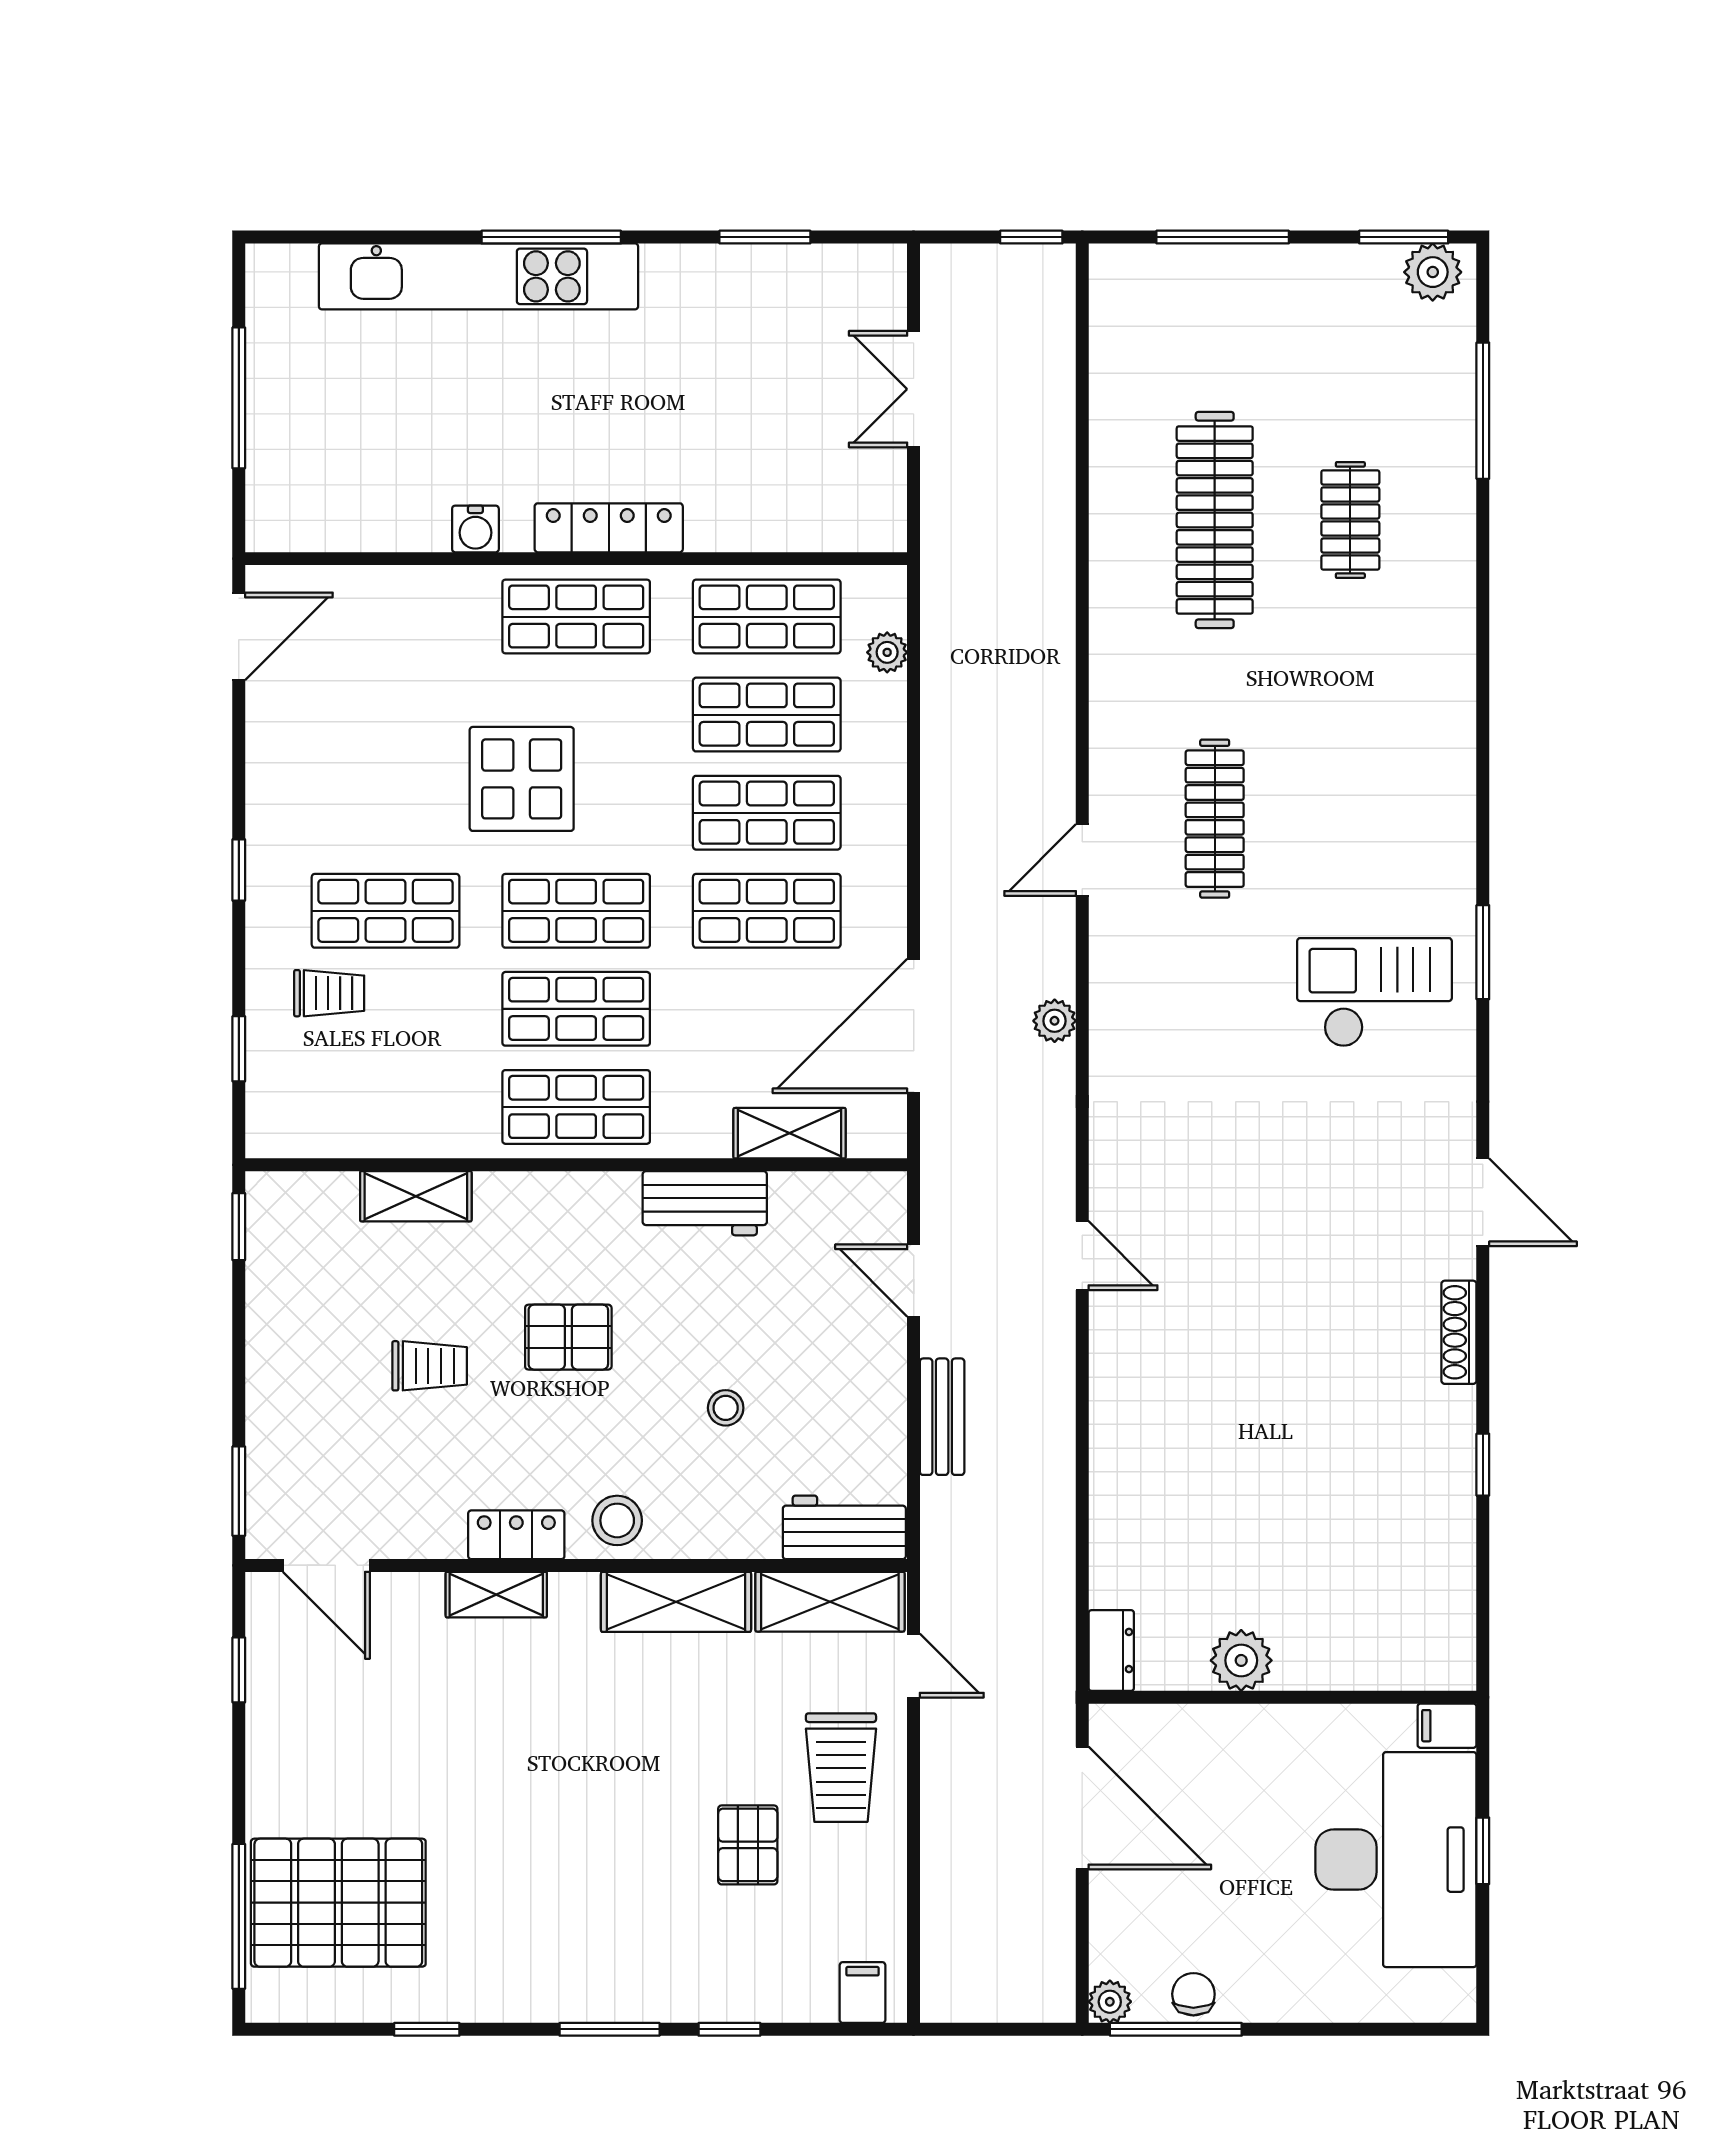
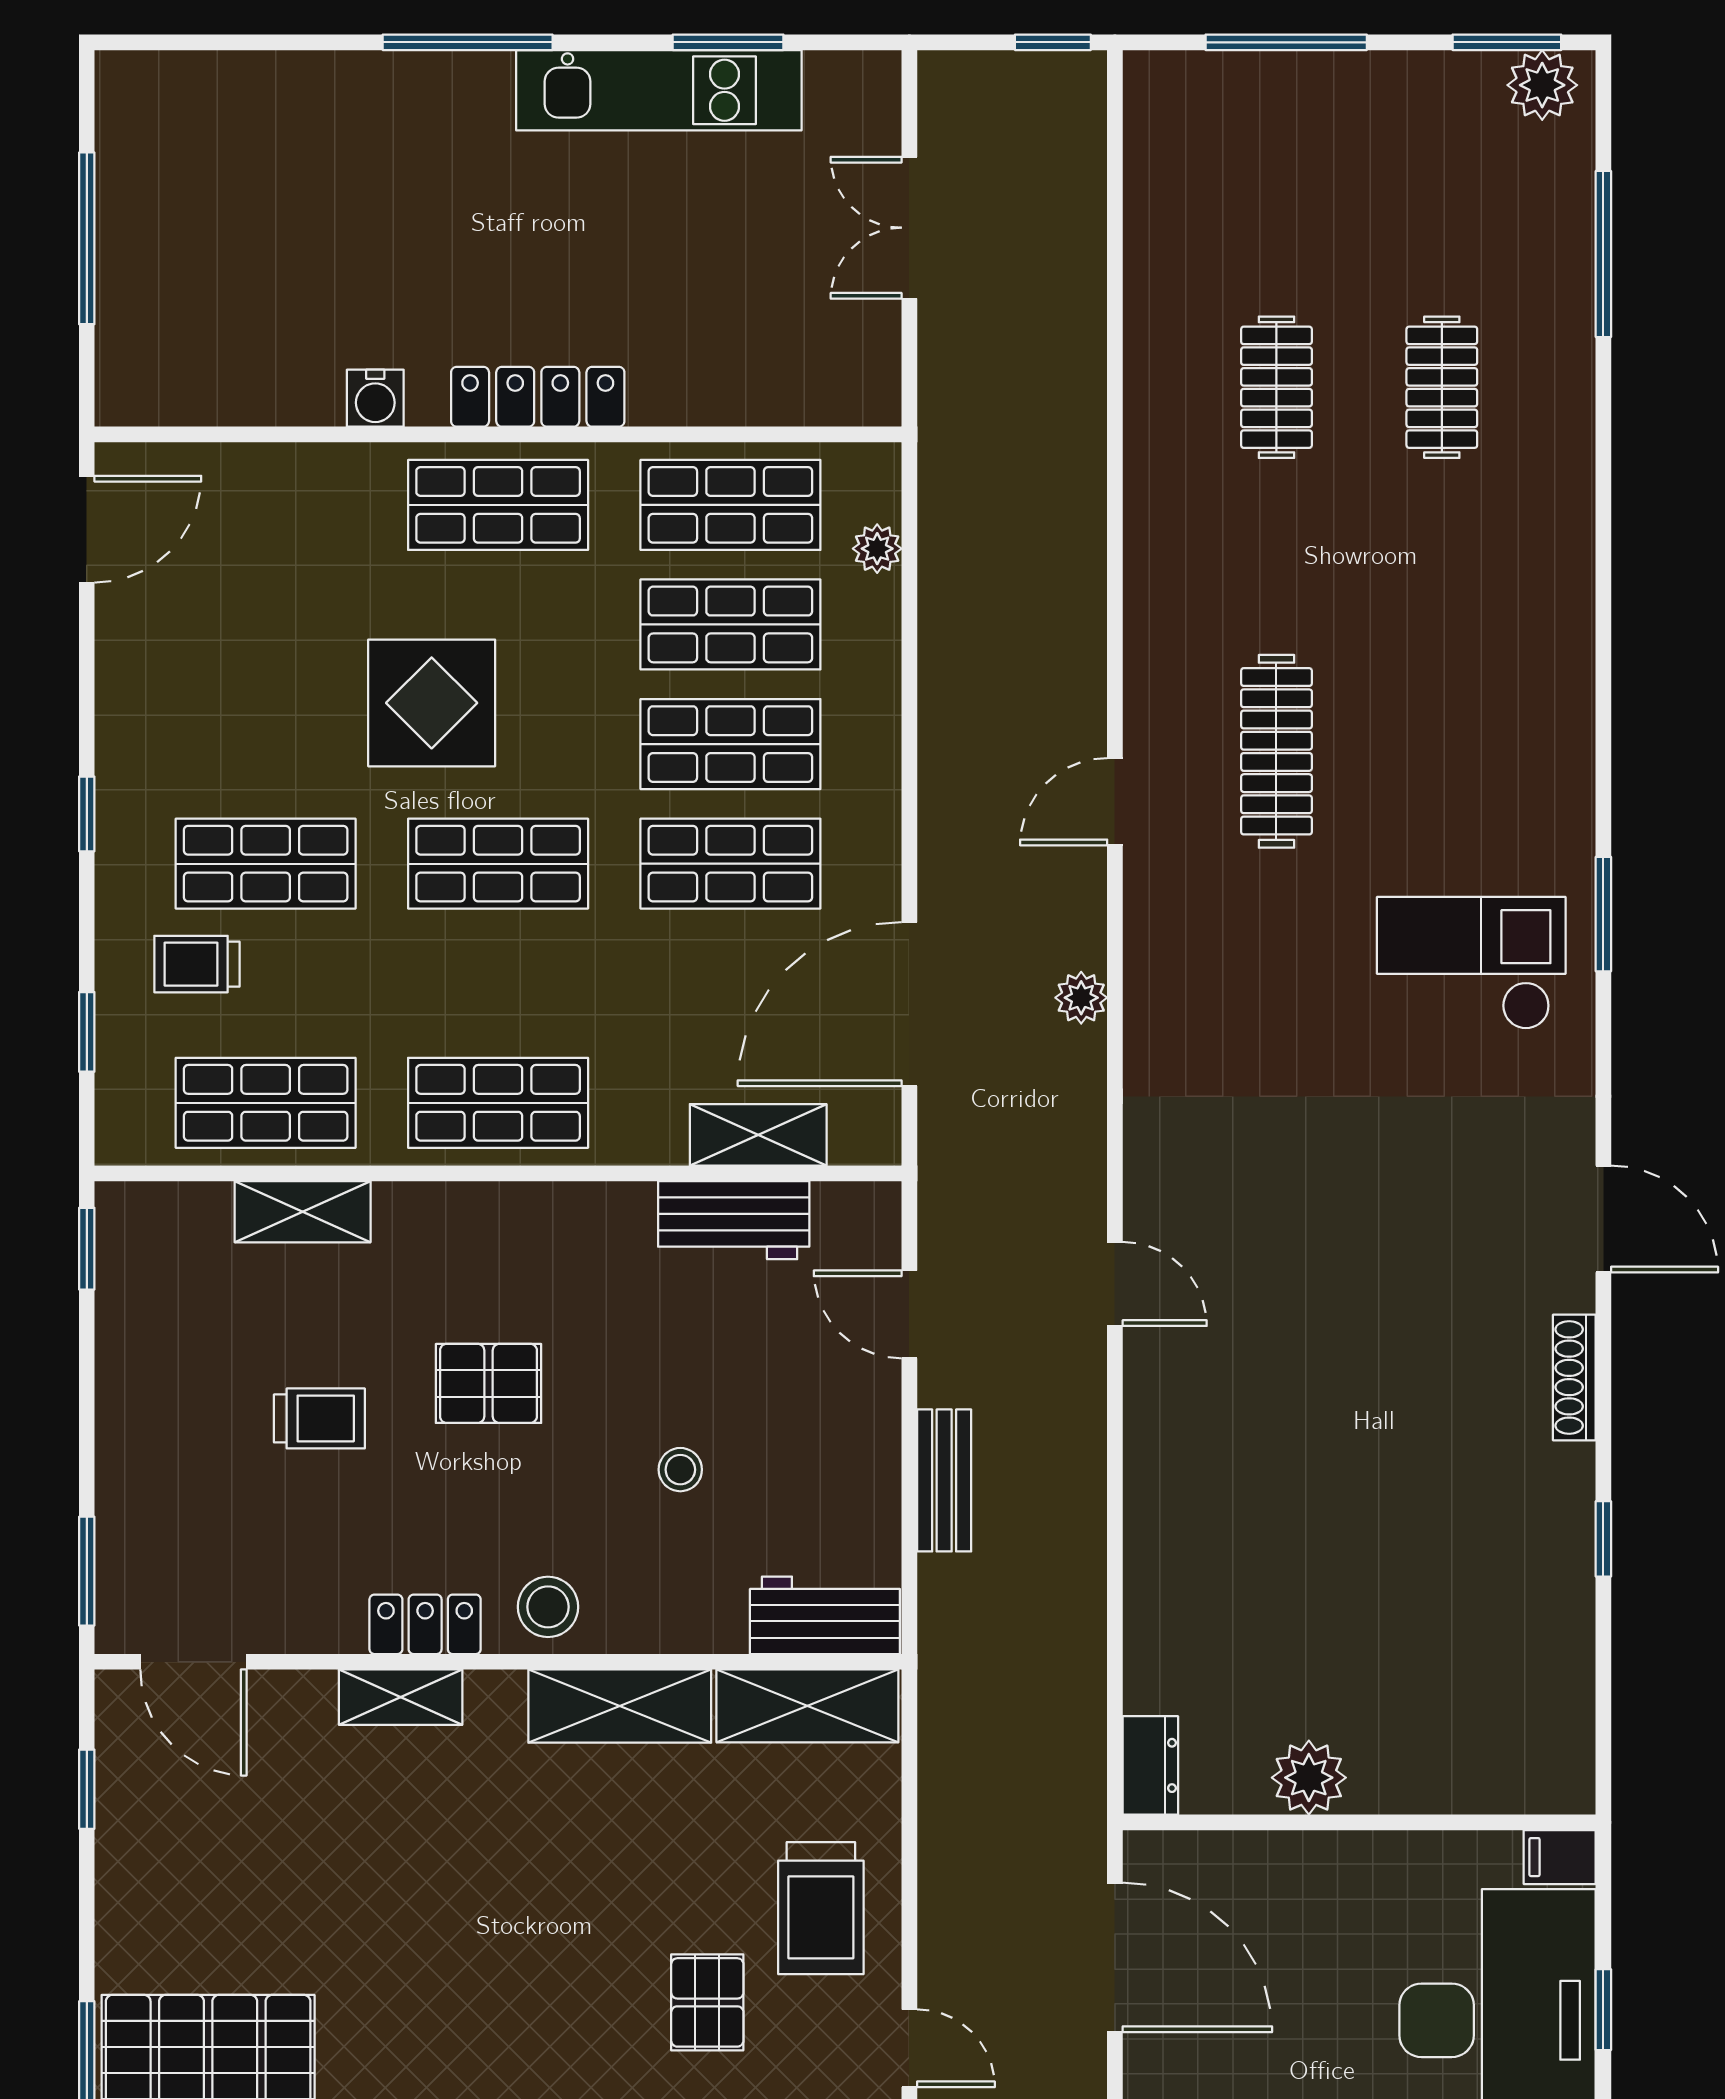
kitchen unit: (478, 276) -> (659, 90), moved, width x0.73
clothes rail: (1215, 520) -> (1276, 387), width x0.54, depth x0.76
trolley: (329, 993) -> (197, 964), turned 180
shop shelf: (576, 1009) -> (266, 1103), moved
workbench: (705, 1203) -> (734, 1220), moved
door: (914, 1666) -> (909, 2048), moved

